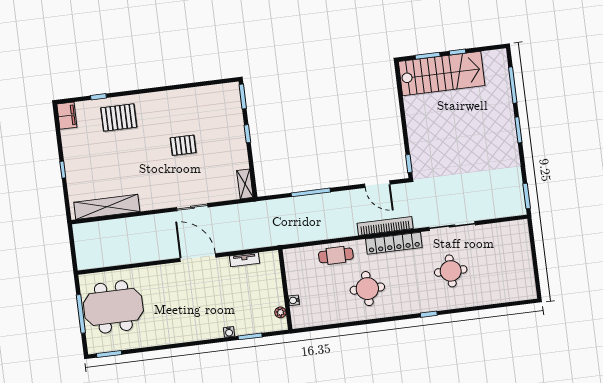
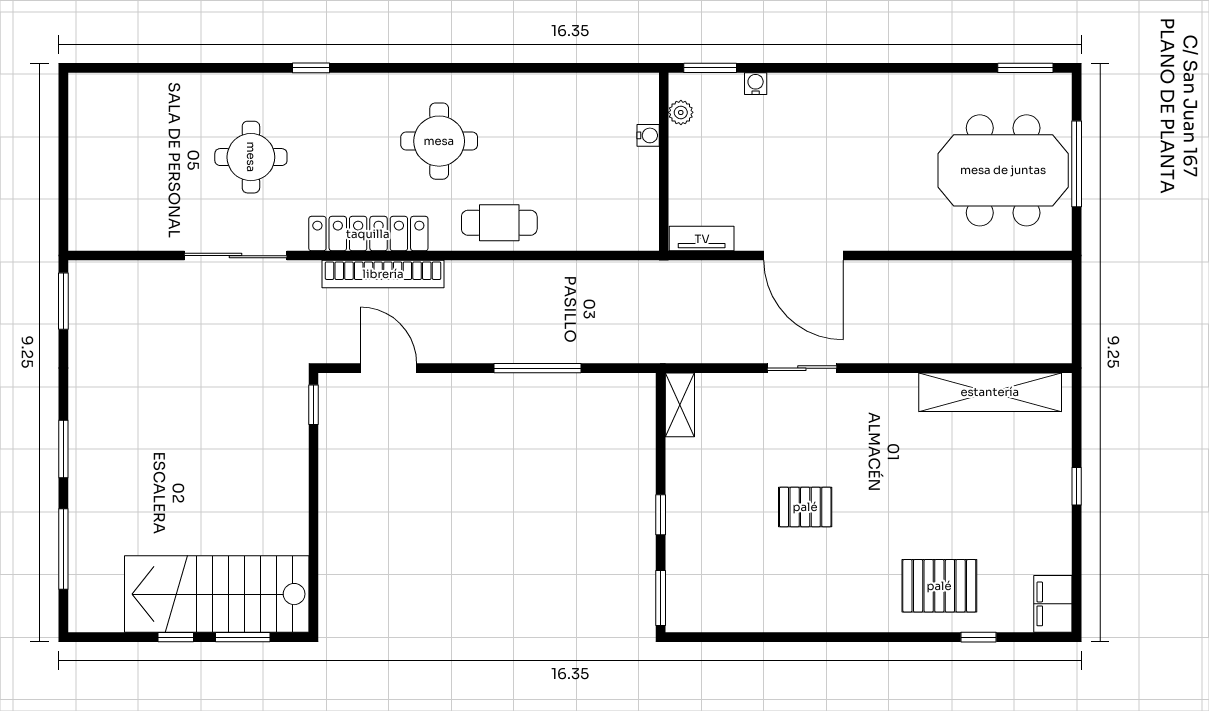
wall: (285, 289) -> (664, 162), moved
water cooler: (294, 300) -> (648, 135), moved
plant: (280, 312) -> (681, 112), moved

